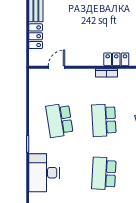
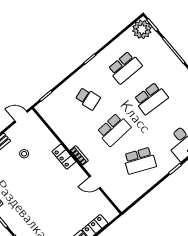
door: (56, 67) -> (95, 182), moved
school desk: (59, 120) -> (140, 161), turned 33

